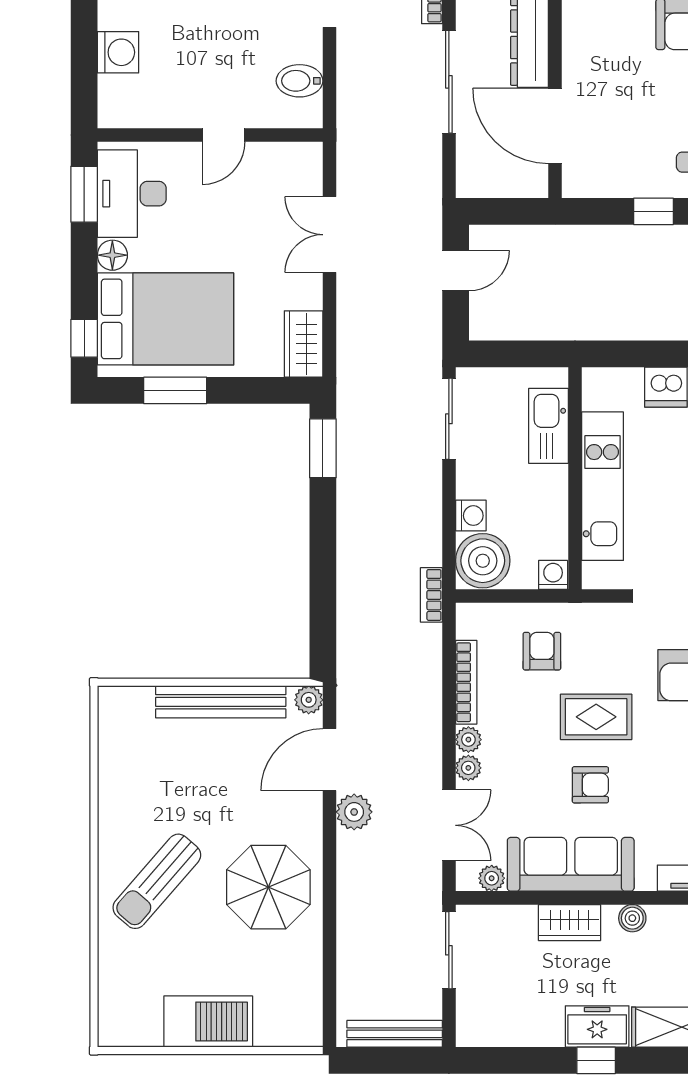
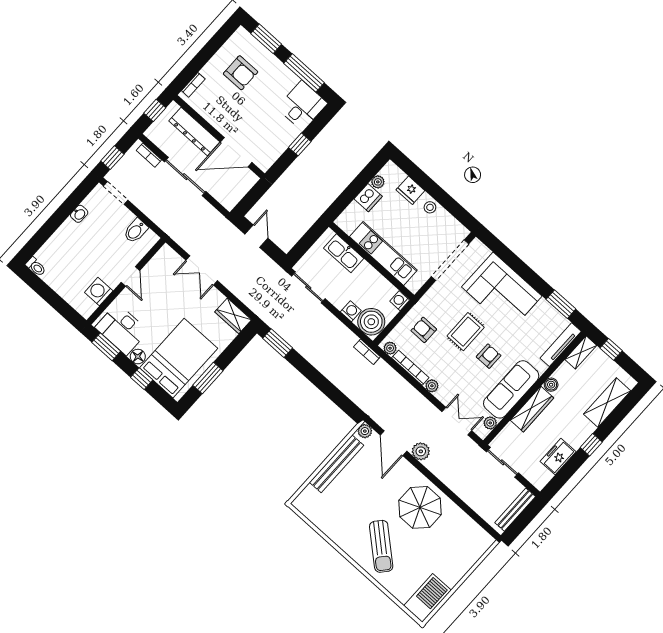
washing machine: (118, 52) -> (99, 292), moved, turned -90
window: (84, 338) -> (142, 379), moved
plant: (468, 768) -> (390, 348), moved
wardrobe: (569, 923) -> (532, 409), width x1.50
barbecue: (208, 1022) -> (427, 598), moved
freezer: (597, 1026) -> (558, 457), moved

